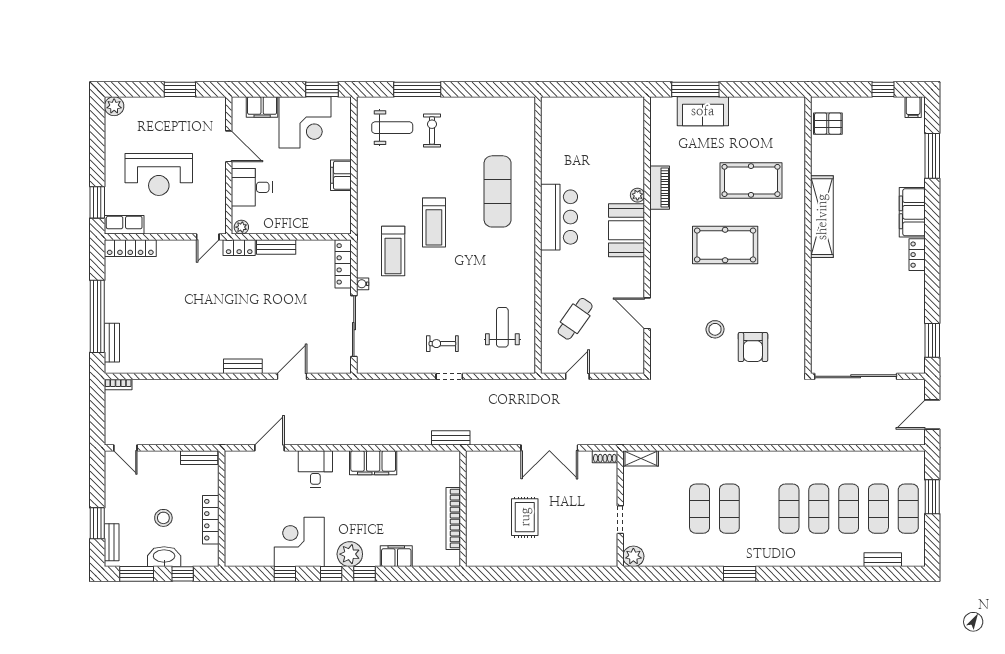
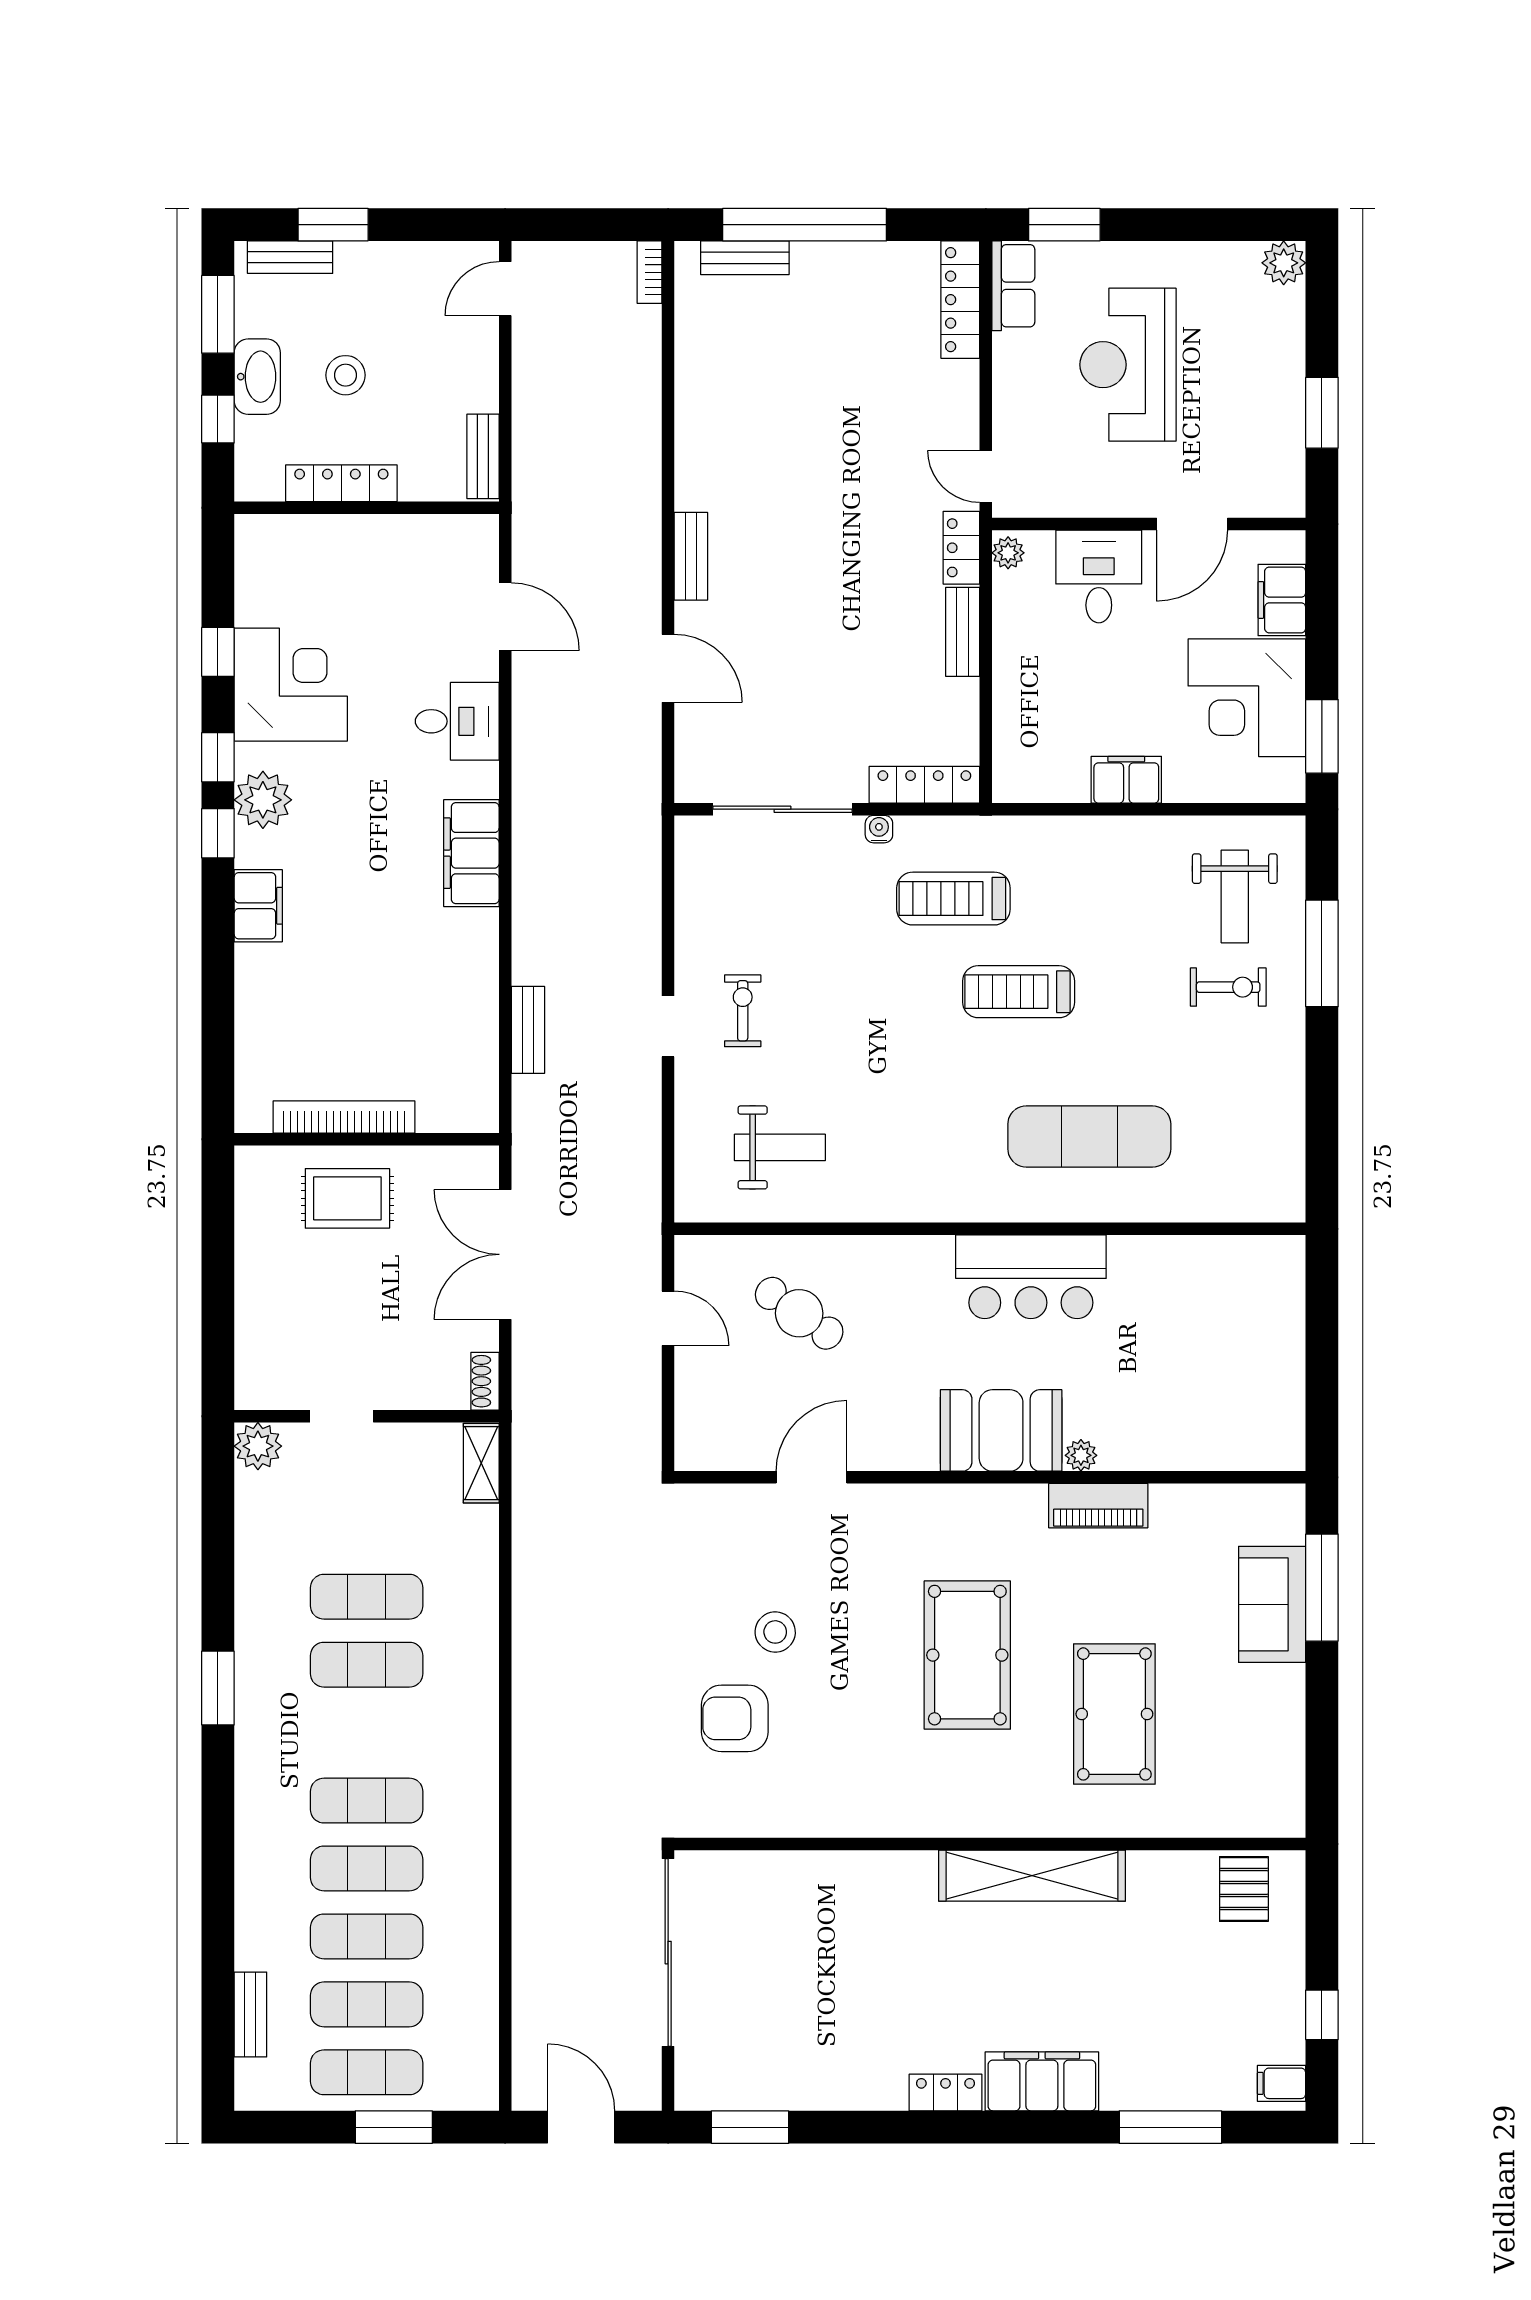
wall: (463, 509) -> (367, 1139), moved
bookcase: (453, 519) -> (344, 1117), moved

